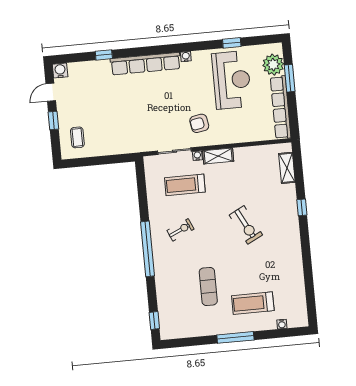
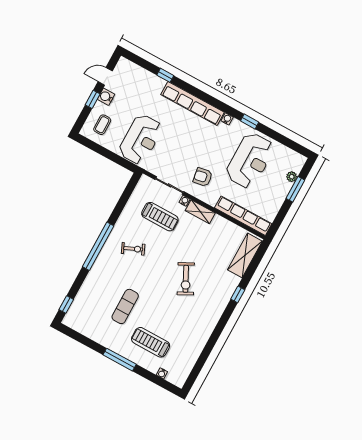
window: (232, 43) -> (250, 122), moved
plant: (273, 65) -> (292, 177), width x0.53, depth x0.53
water cooler: (60, 71) -> (106, 97), moved, turned -90
row of seats: (281, 107) -> (243, 216), moved, turned 90
reception desk: (121, 127) -> (141, 139), added
shelving: (287, 168) -> (245, 255), width x1.50, depth x1.33
treadmill: (185, 185) -> (160, 217), turned 180

